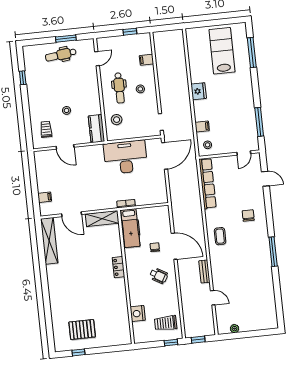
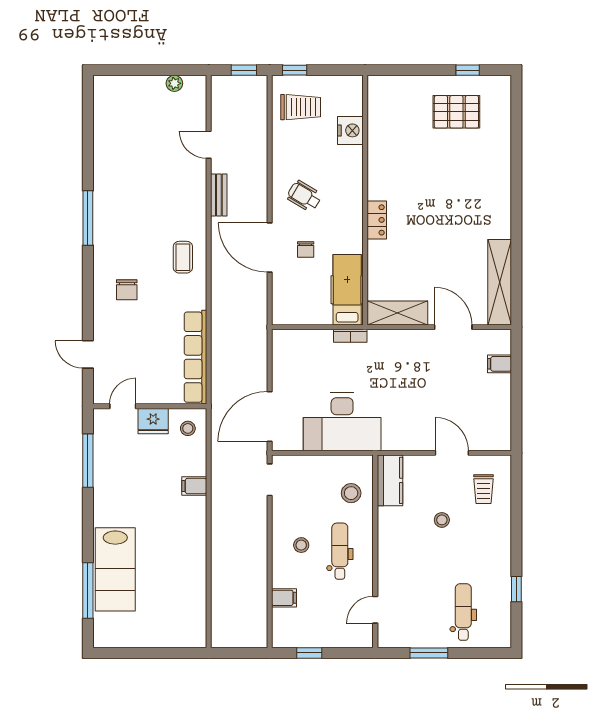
lab bench: (222, 51) -> (115, 569), moved
dental chair: (61, 55) -> (463, 612), moved, turned -83
fridge: (199, 91) -> (153, 421), moved, turned -90
filing cabinet: (202, 127) -> (194, 486), moved

